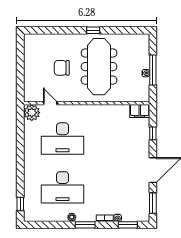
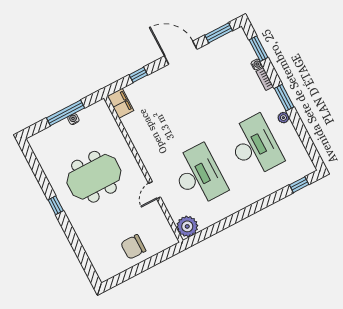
meeting table: (99, 67) -> (94, 177), width x0.73
chair: (62, 68) -> (133, 247), moved, turned 90
door: (50, 103) -> (154, 190), moved

